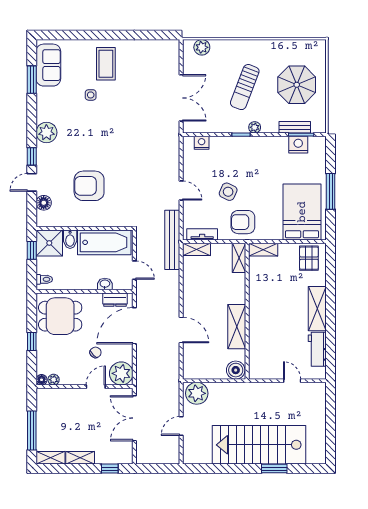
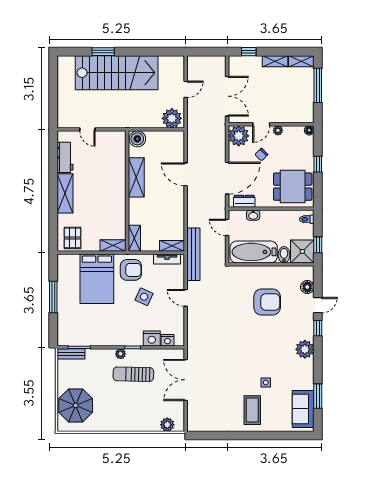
parasol: (297, 85) -> (76, 405), moved
sun lounger: (245, 87) -> (133, 374), moved, turned -110
bench: (295, 127) -> (71, 354), moved
nightstand: (298, 145) -> (152, 339), moved
bed: (302, 212) -> (97, 279), moved
plant: (54, 380) -> (278, 130), moved

